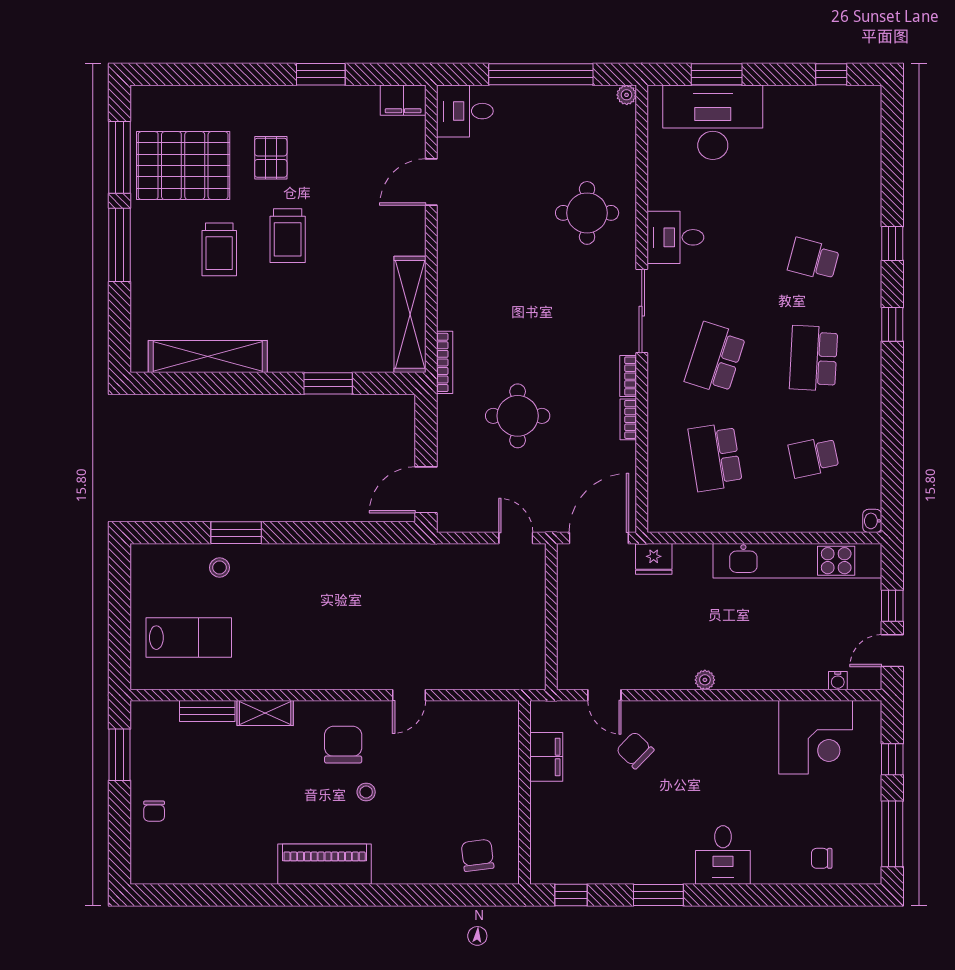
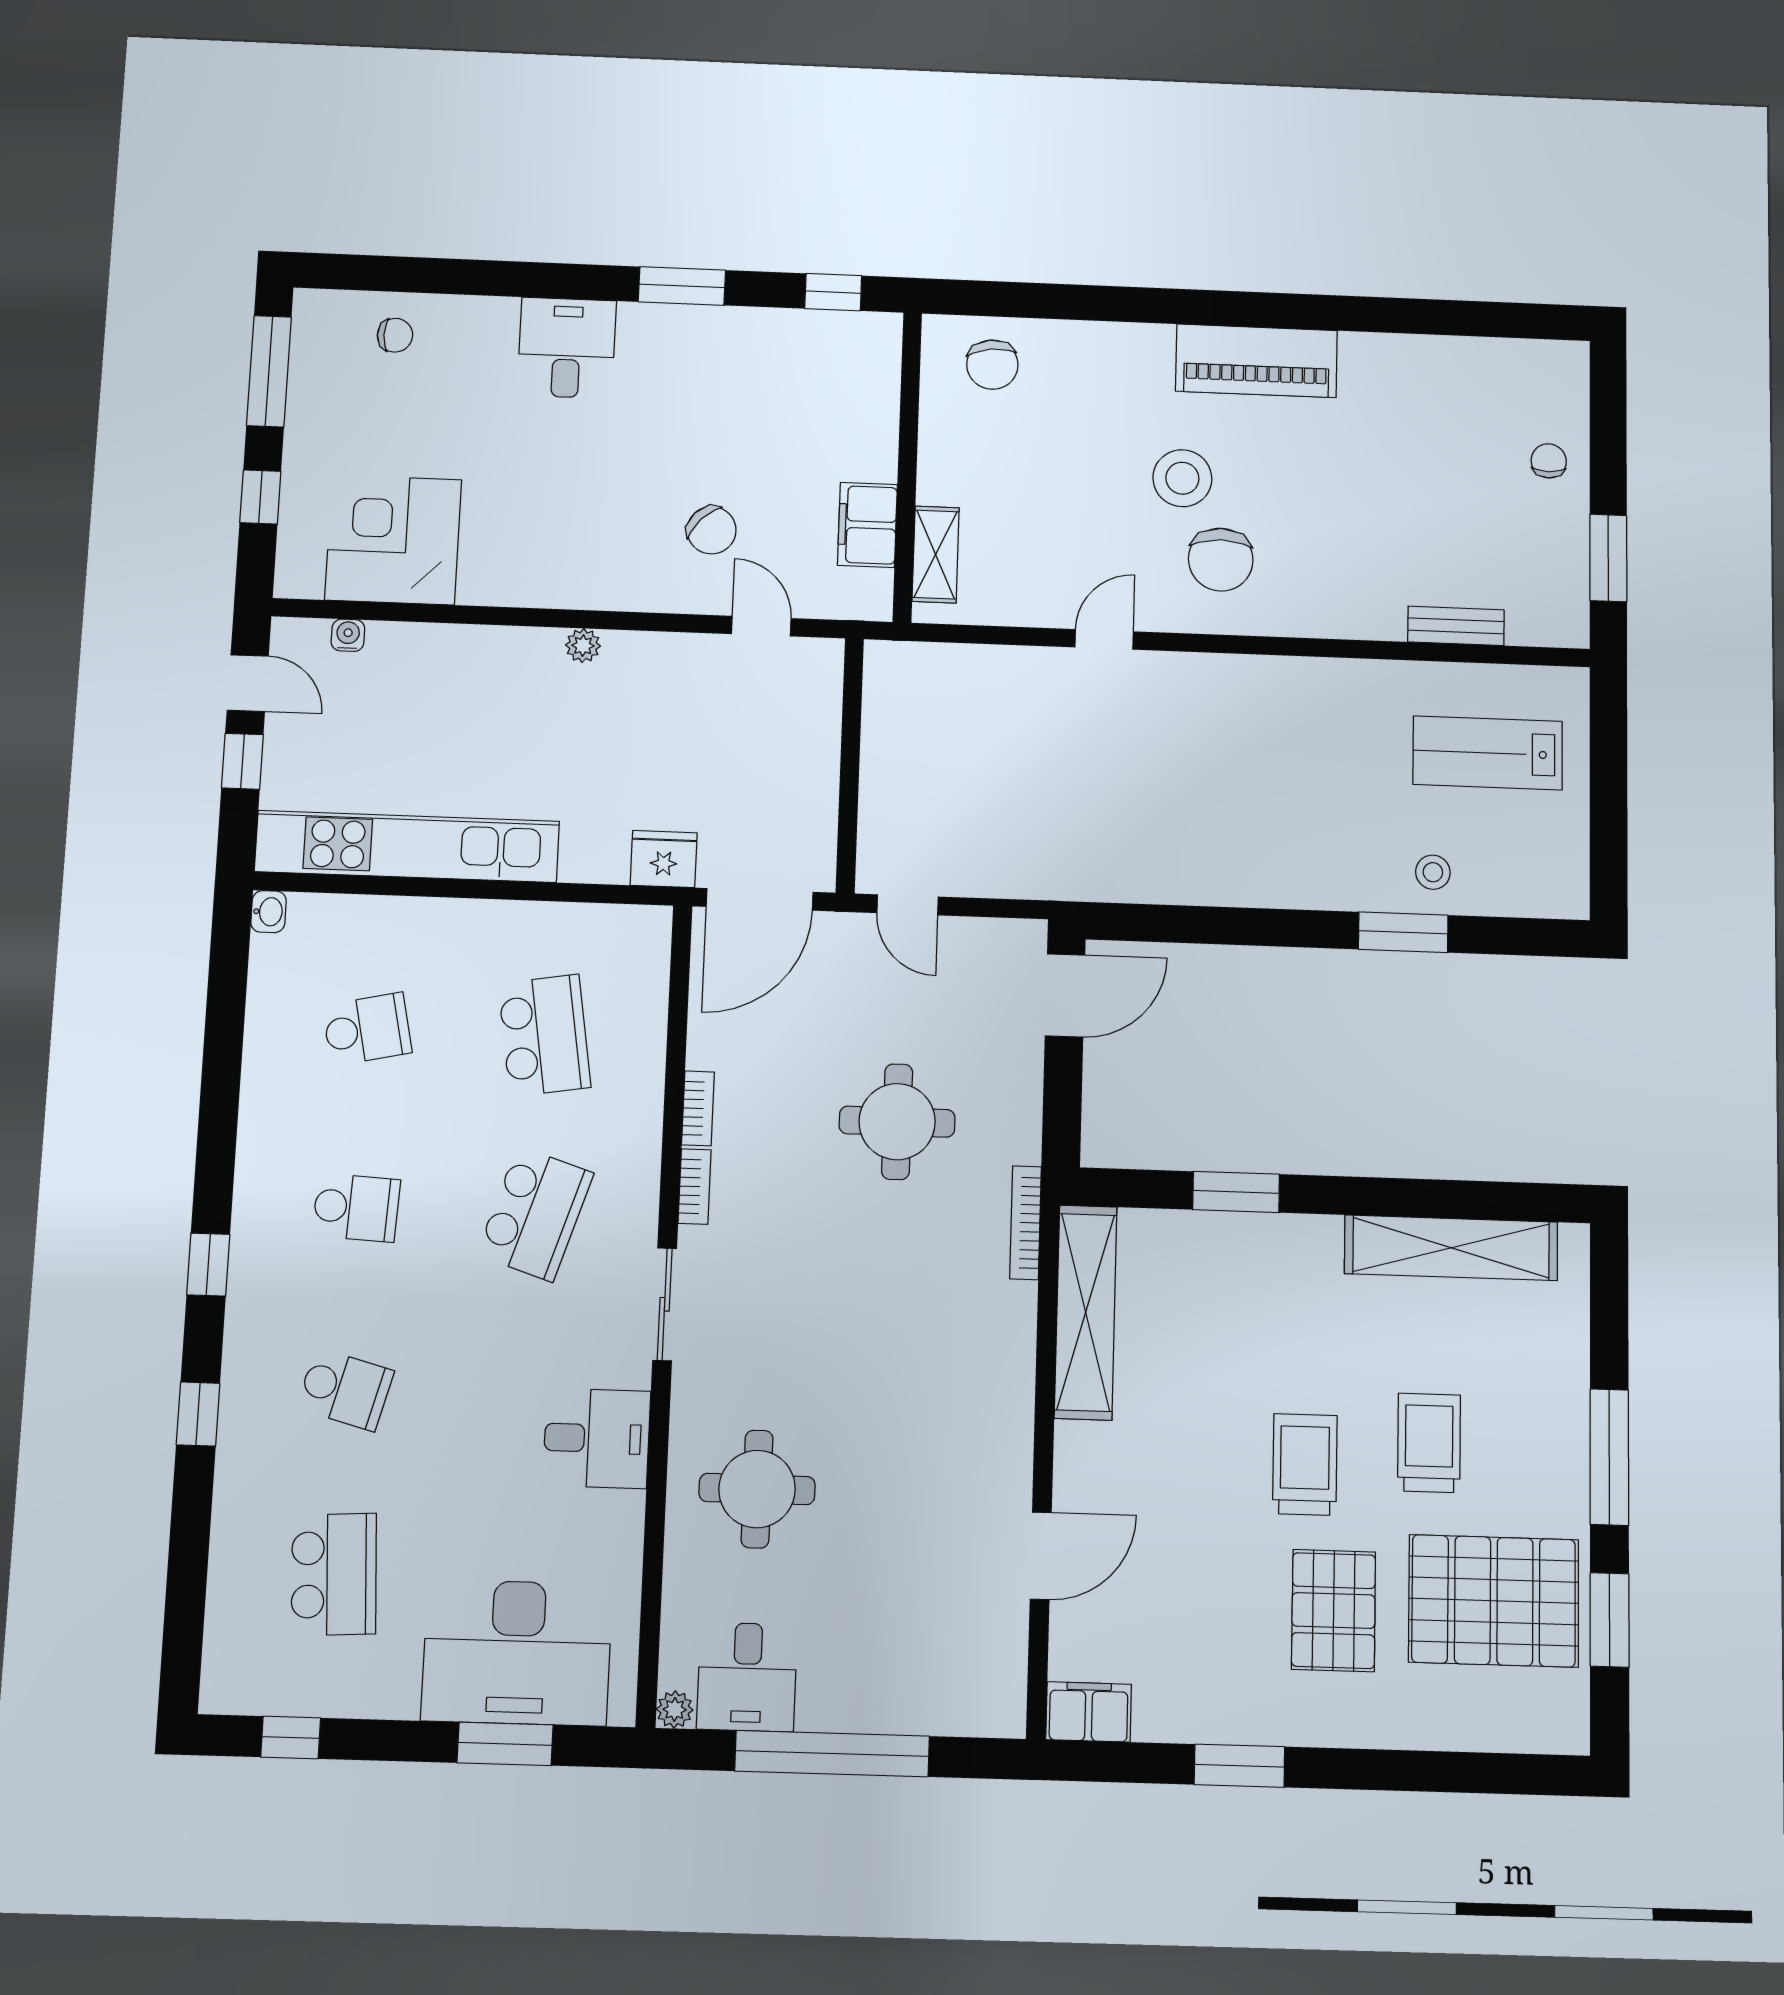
desk: (465, 111) -> (747, 1677), moved, turned 90
window: (119, 157) -> (1610, 1620), width x0.69
pallet: (271, 158) -> (1334, 1611), width x1.50, depth x1.42
school desk: (814, 160) -> (334, 1574), added
sliding door: (642, 311) -> (665, 1304), width x0.73
school desk: (814, 358) -> (356, 1208), width x0.54
door: (892, 651) -> (248, 683), hinge flipped
shelving: (265, 713) -> (936, 555), moved, turned 90
stool: (366, 792) -> (1182, 478), width x1.89, depth x1.89

